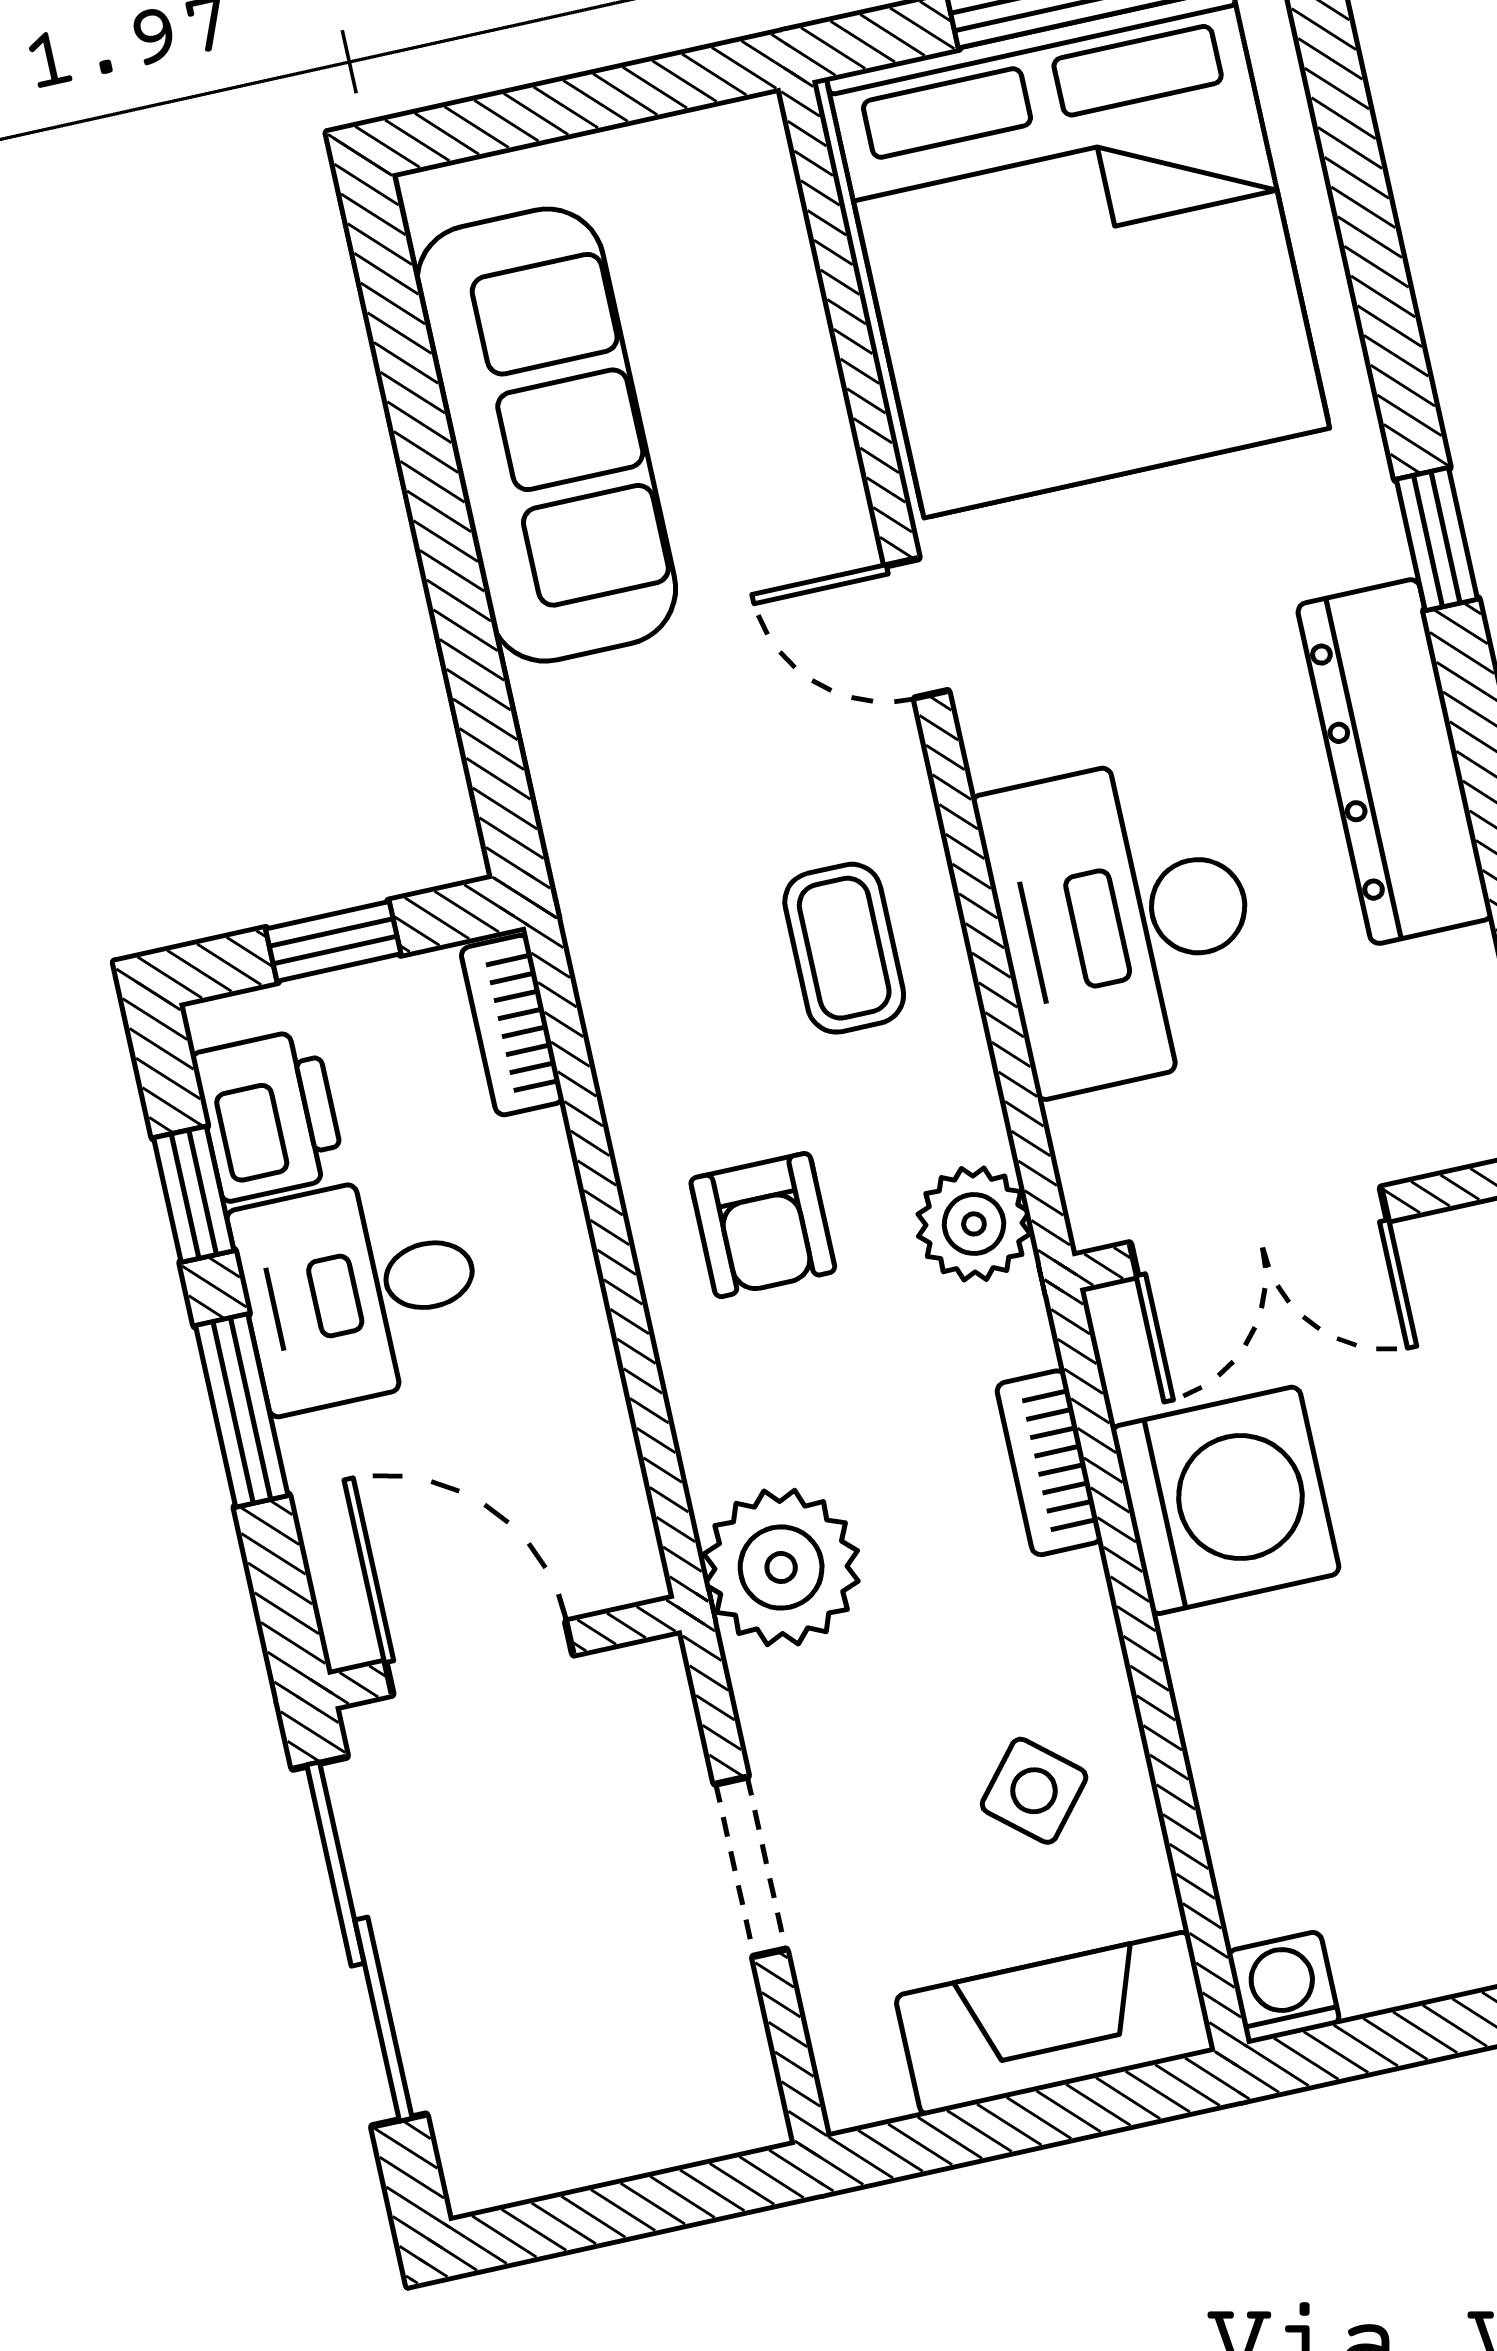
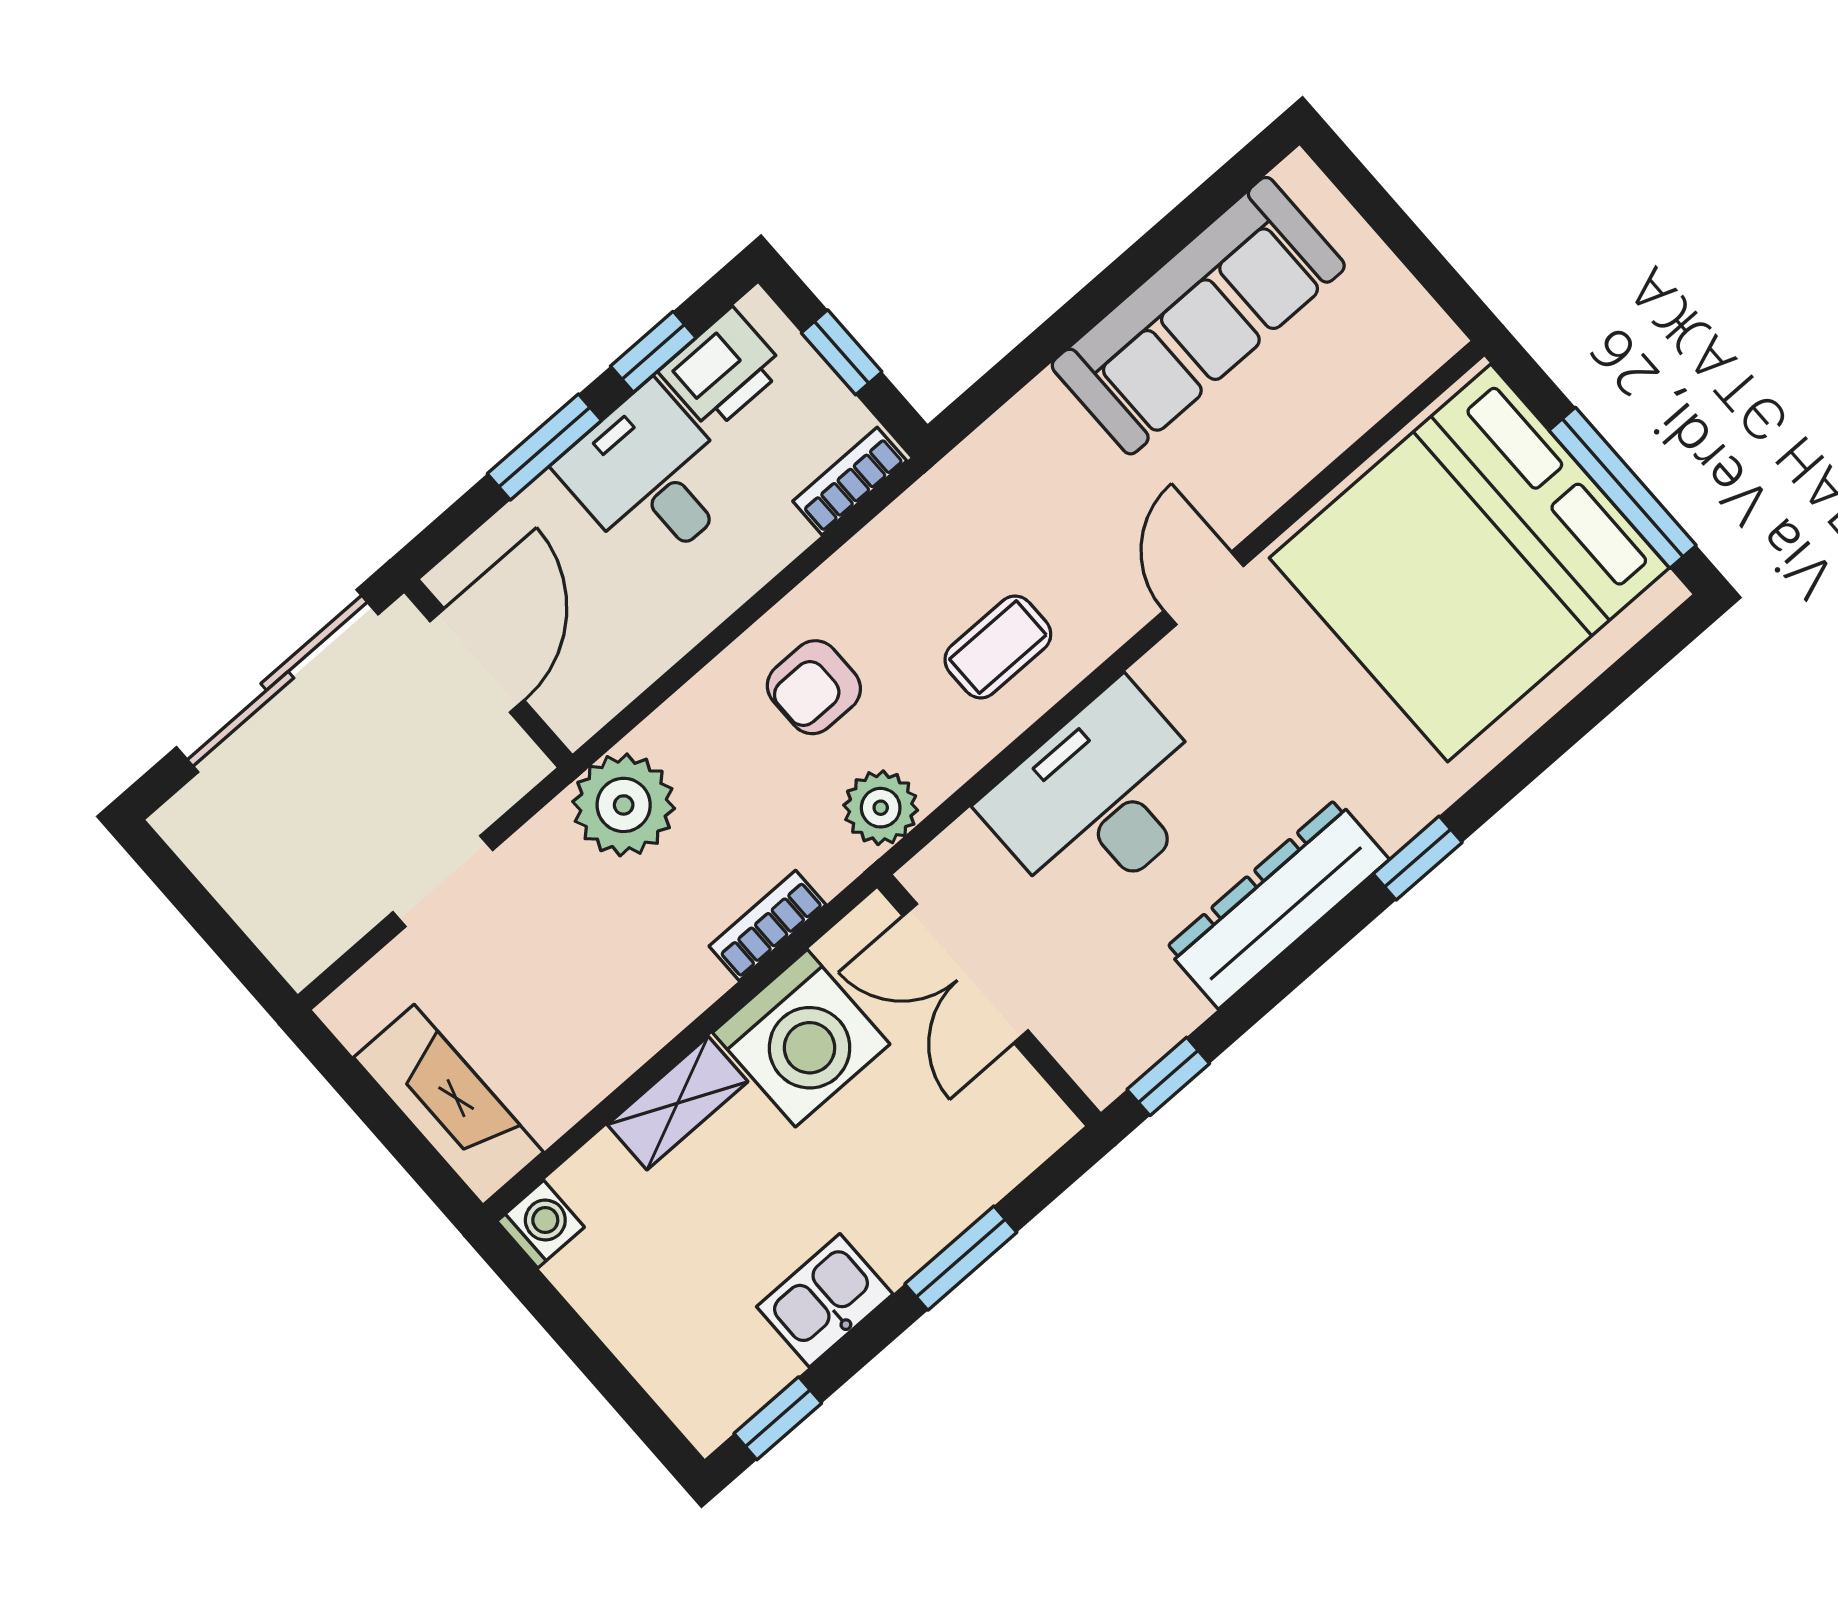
shelving: (1222, 1714) -> (678, 1103), added
side table: (1034, 1791) -> (575, 1020), removed

